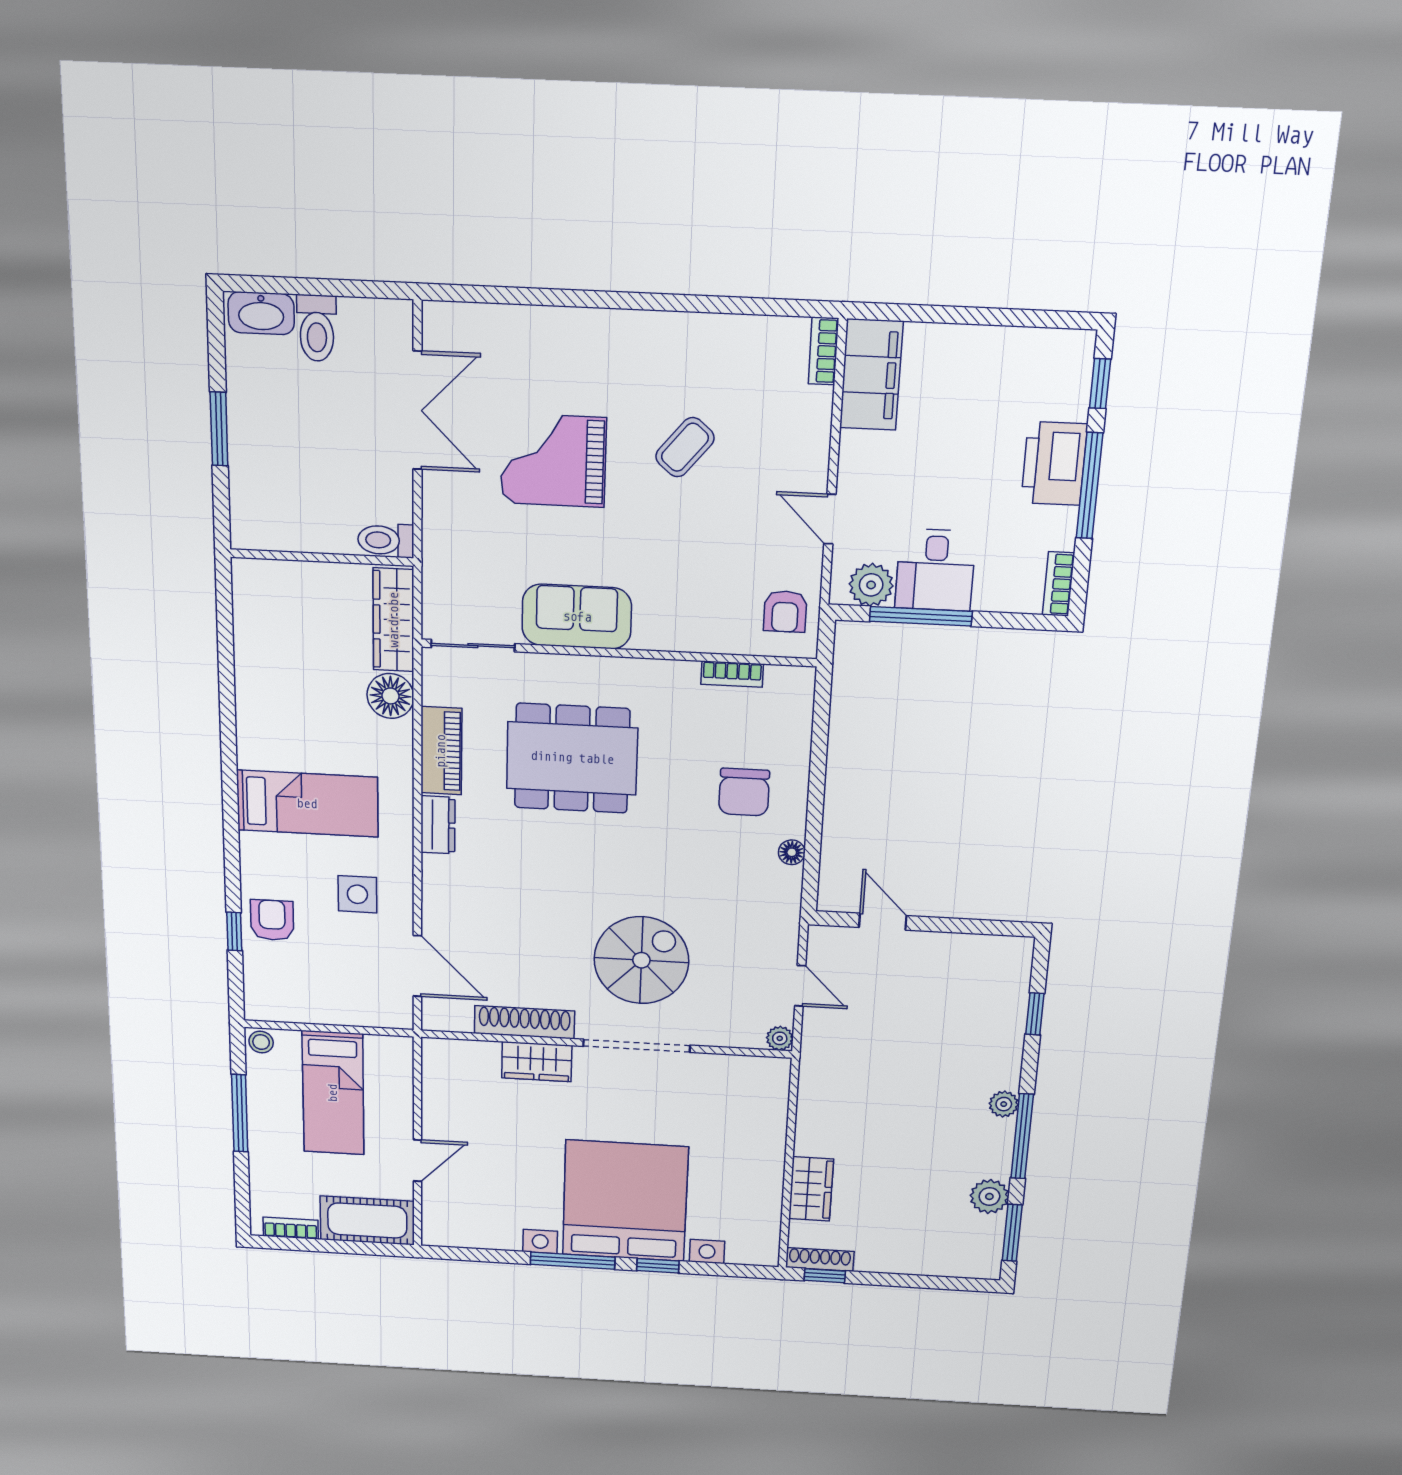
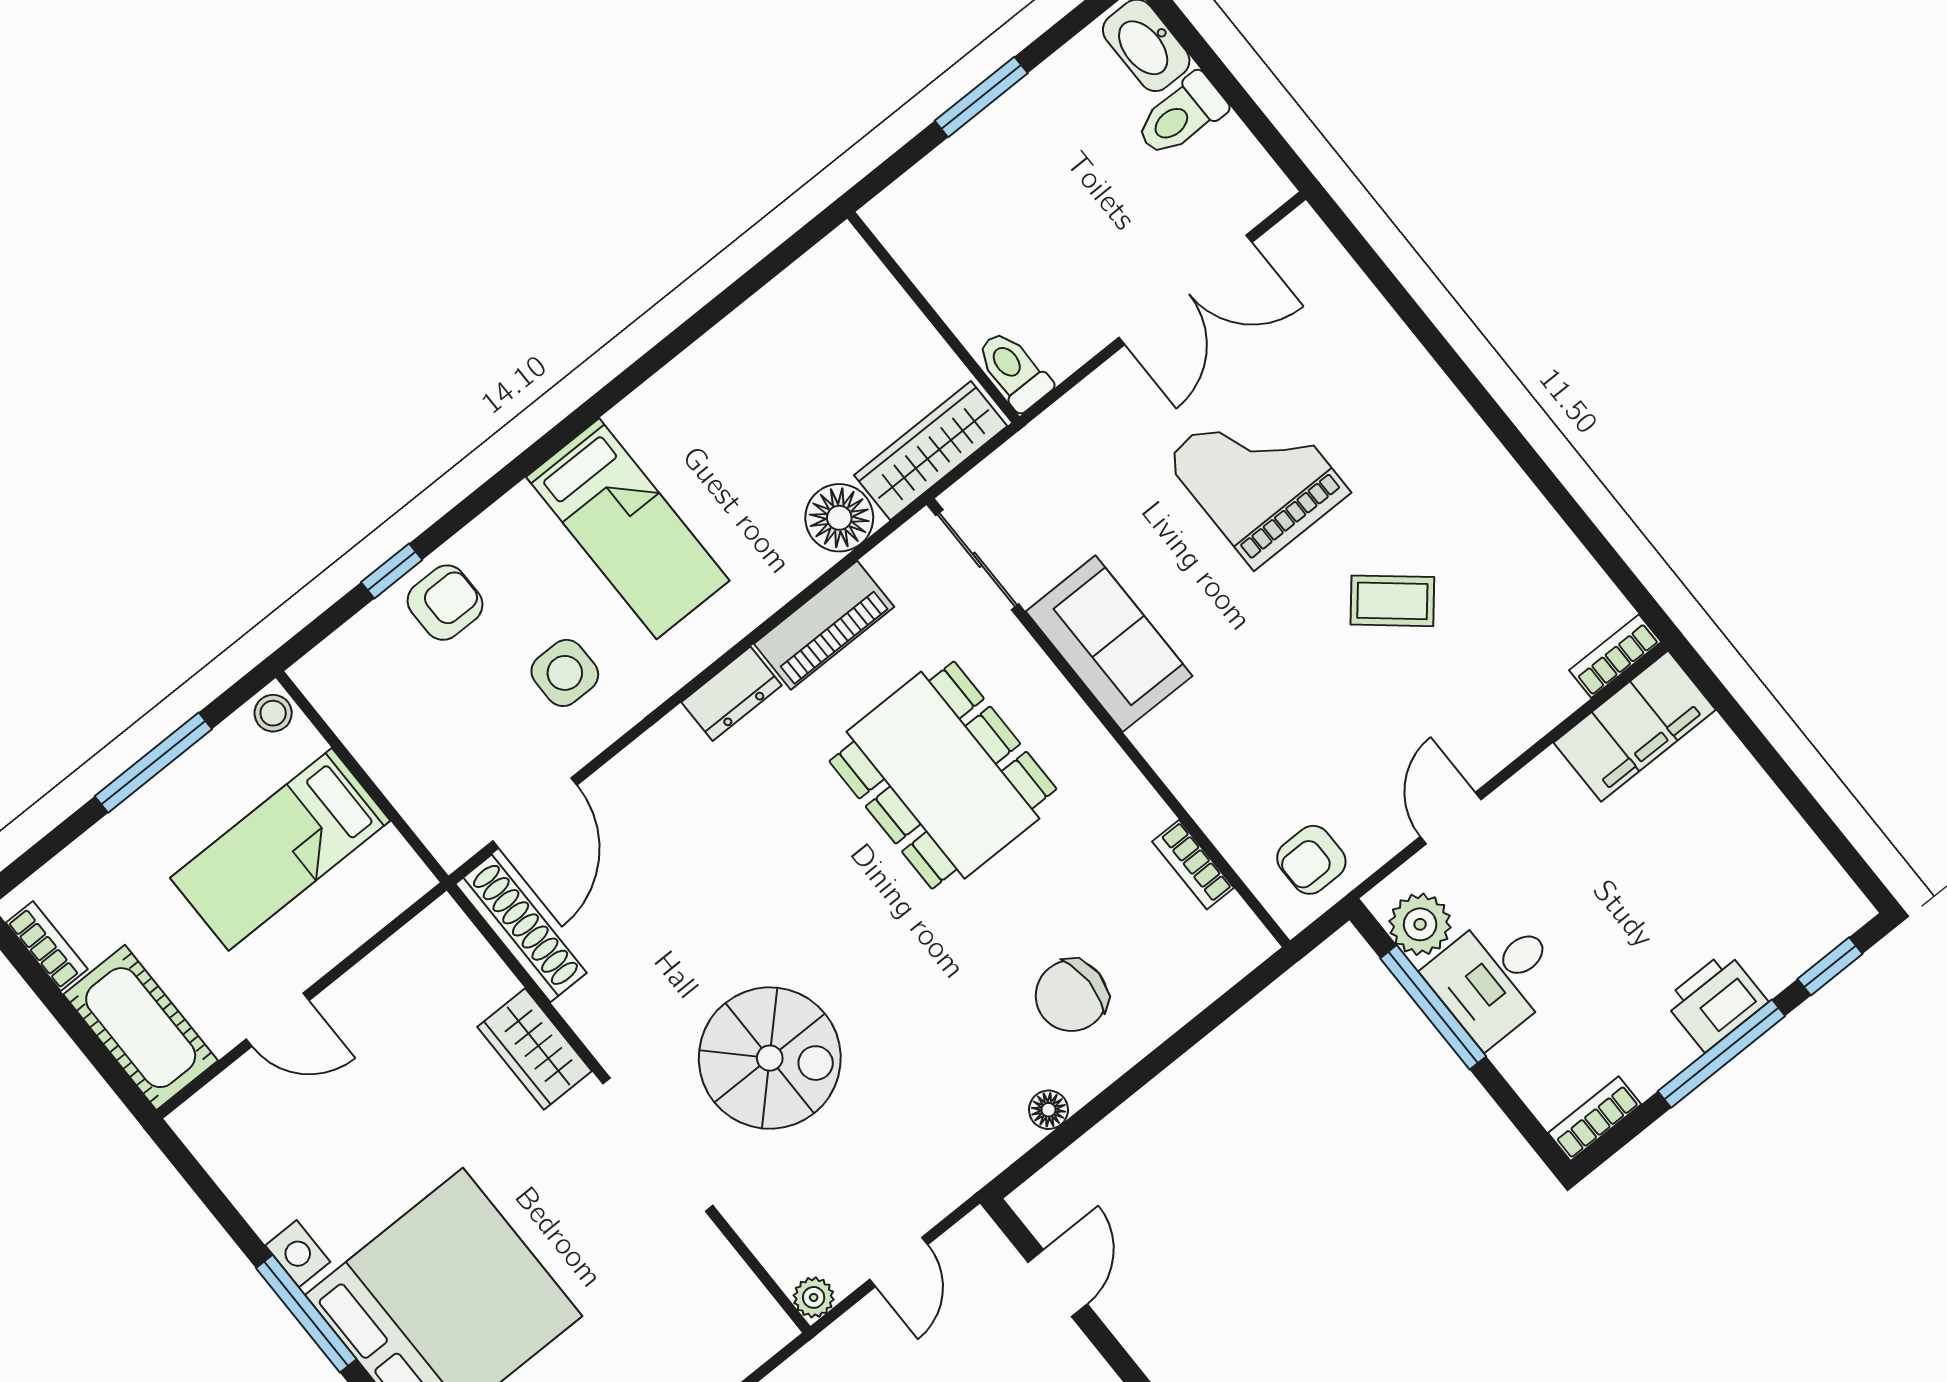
printer: (1054, 463) -> (1716, 1001), width x0.73, depth x0.84
shoe rack: (525, 1022) -> (521, 928), moved

